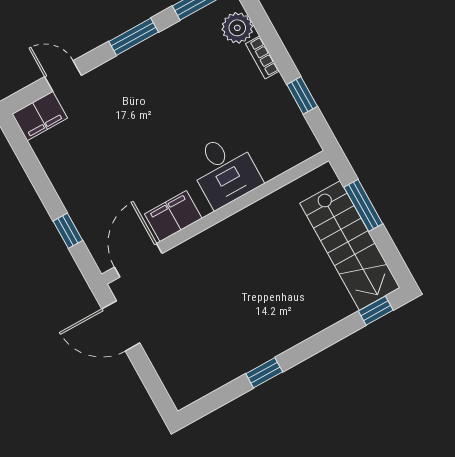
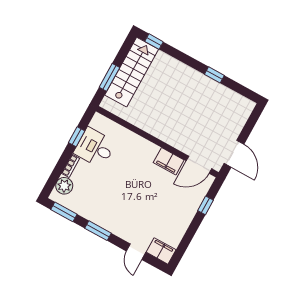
desk: (224, 170) -> (95, 148), moved, turned -90

